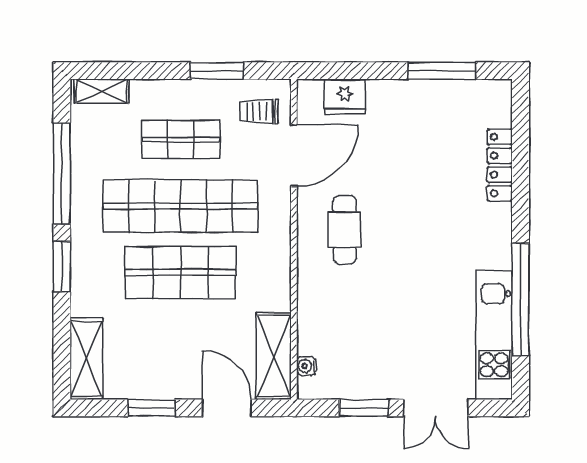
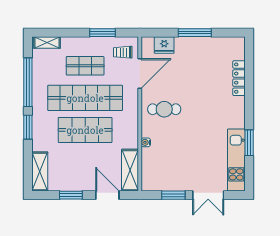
window: (442, 71) -> (195, 33), moved
cafe table: (345, 230) -> (164, 109), turned 90
window: (521, 299) -> (249, 143), width x0.47
water cooler: (306, 366) -> (146, 142), moved

